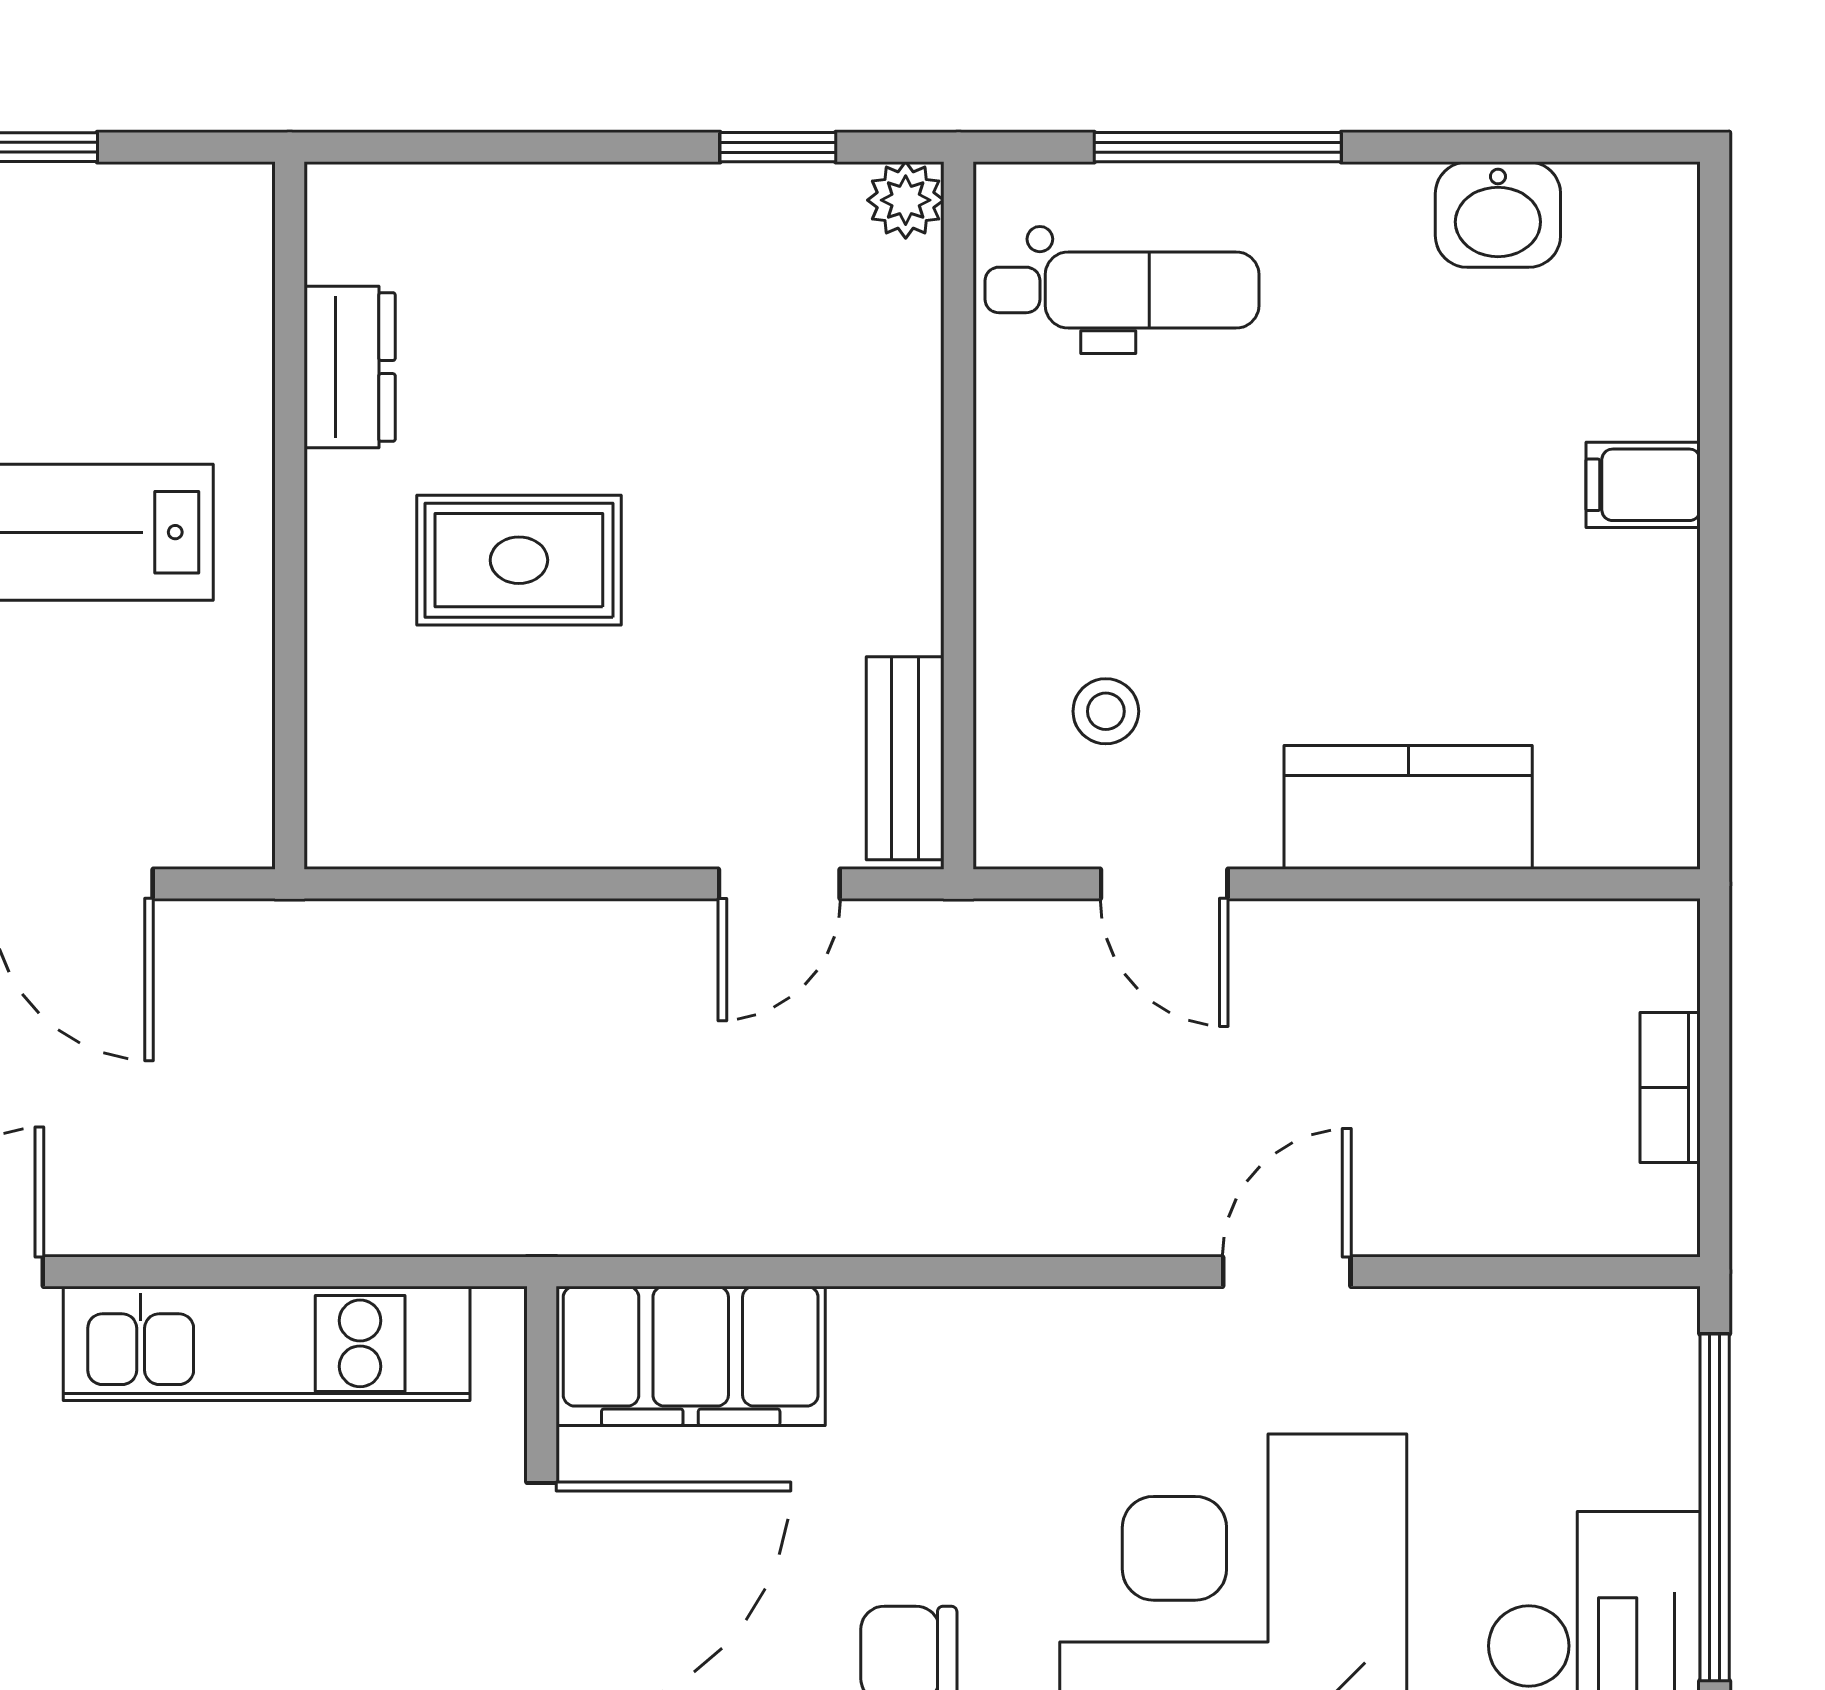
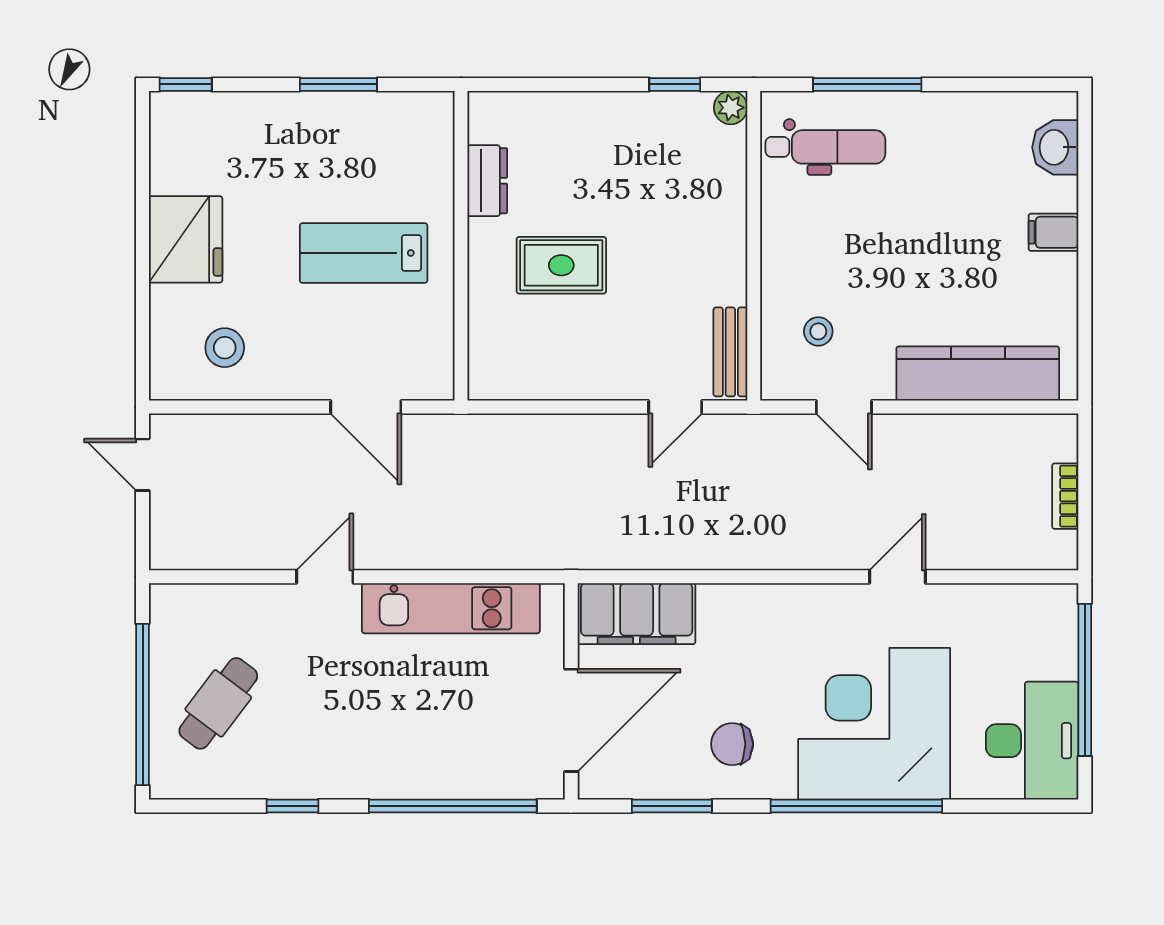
washbasin: (1498, 215) -> (1055, 147), moved, turned 90
kitchen counter: (1408, 807) -> (978, 373), width x1.50

